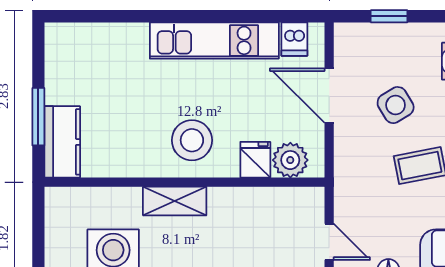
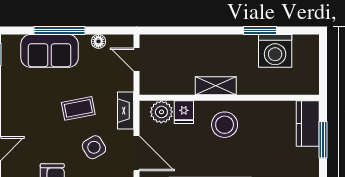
fireplace: (346, 162) -> (126, 111), added
shelving: (175, 201) -> (216, 86), moved

